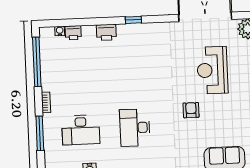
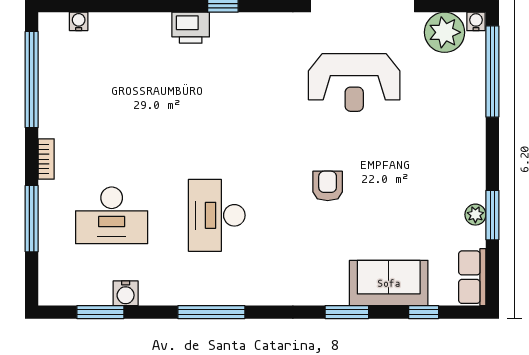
printer: (106, 32) -> (191, 28), moved
printer: (73, 33) -> (105, 26), removed
reception desk: (212, 70) -> (354, 82), moved, turned -90

